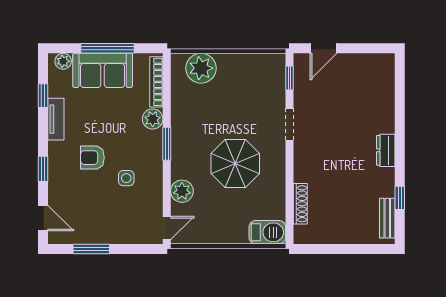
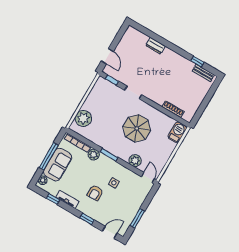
dresser: (386, 150) -> (155, 46), moved

